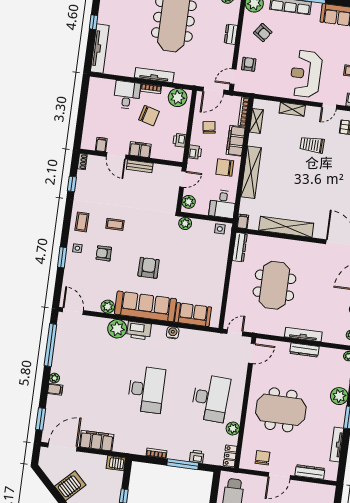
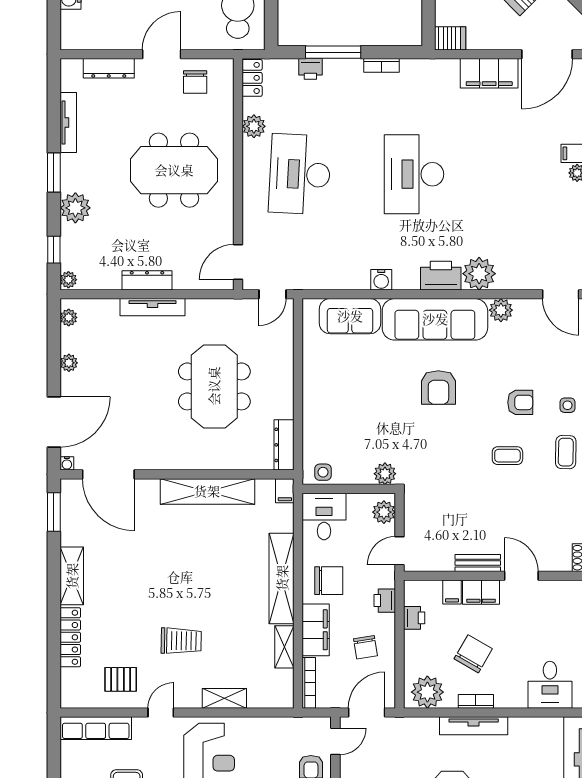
desk: (127, 95) -> (550, 685), moved
chair: (149, 116) -> (473, 654), turned 105
shelving: (256, 121) -> (284, 647), moved
filing cabinet: (101, 145) -> (452, 592), moved

